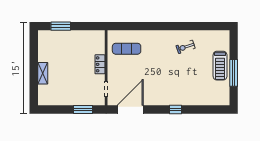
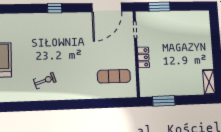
window: (61, 26) -> (164, 101), moved
shelving: (43, 73) -> (209, 82), moved

